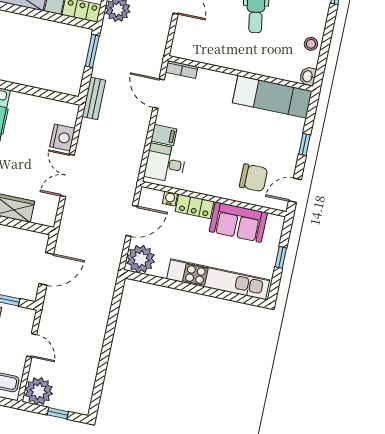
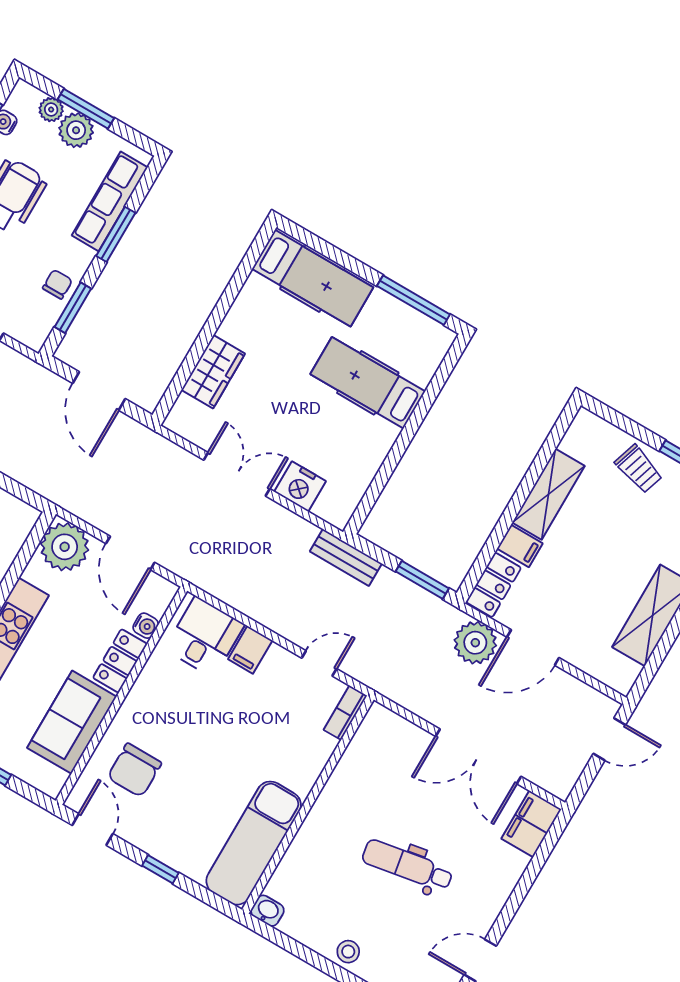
stool: (311, 44) -> (348, 952), moved
door: (159, 94) -> (319, 663), width x0.73

